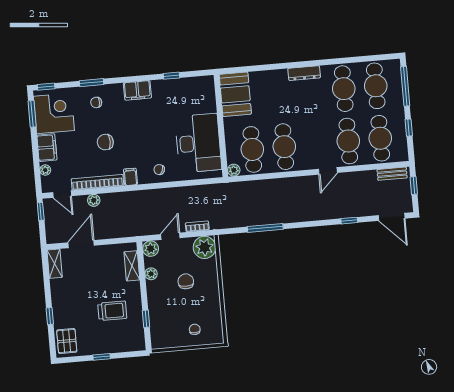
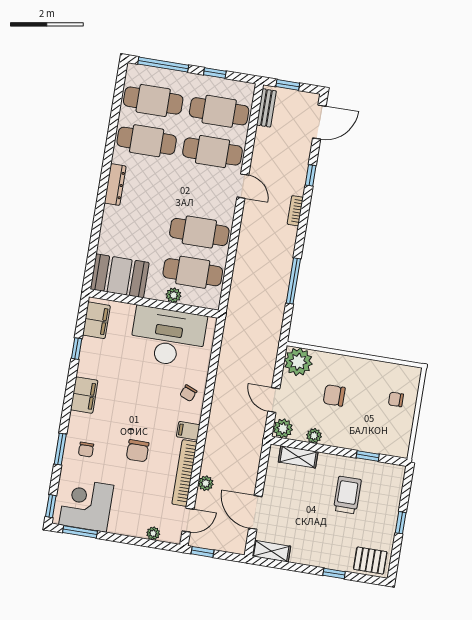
filing cabinet: (47, 148) -> (96, 320), moved, turned 90
plant: (234, 170) -> (174, 295), moved
bookcase: (197, 226) -> (295, 211), moved

